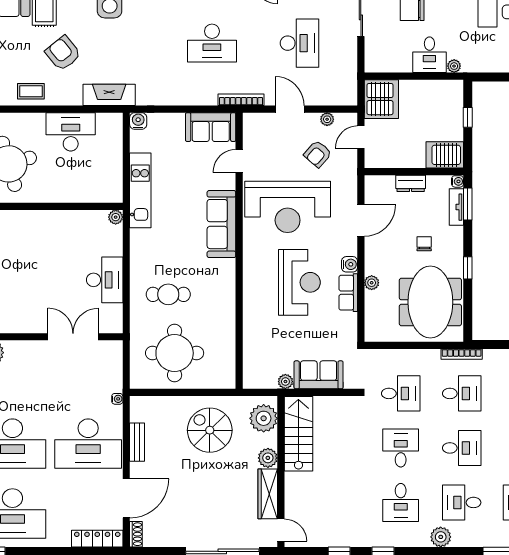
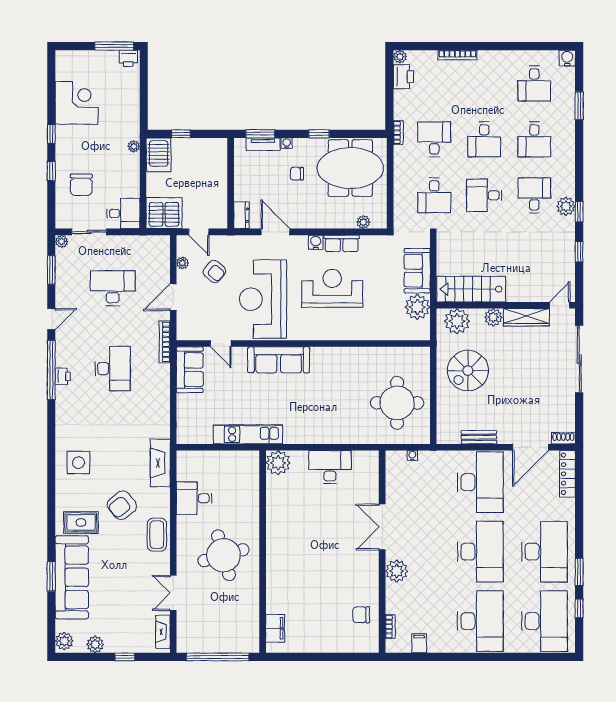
desk: (429, 55) -> (123, 213), moved
coffee table: (31, 91) -> (157, 535), width x1.36, depth x1.30
water cooler: (138, 121) -> (184, 436), removed
desk: (71, 132) -> (194, 498), width x0.73
server rack: (445, 155) -> (159, 155), moved
water cooler: (458, 181) -> (287, 143), moved
dresser: (411, 183) -> (241, 215), moved
reception desk: (288, 207) -> (263, 299), turned 180
plant: (116, 217) -> (278, 463), width x1.87, depth x1.87
plant: (372, 283) -> (363, 222), moved
cafe table: (168, 294) -> (343, 409), removed
double door: (73, 337) -> (382, 527), moved
bookcase: (462, 354) -> (398, 133), width x0.64
plant: (285, 382) -> (417, 307), width x1.87, depth x1.87
desk: (401, 393) -> (434, 195), turned 180
water cooler: (117, 399) -> (412, 455), moved
desk: (462, 448) -> (484, 139), turned 180
door: (126, 498) -> (531, 447), swing flipped
desk: (401, 502) -> (534, 195), turned -90
plant: (441, 537) -> (566, 206), moved

